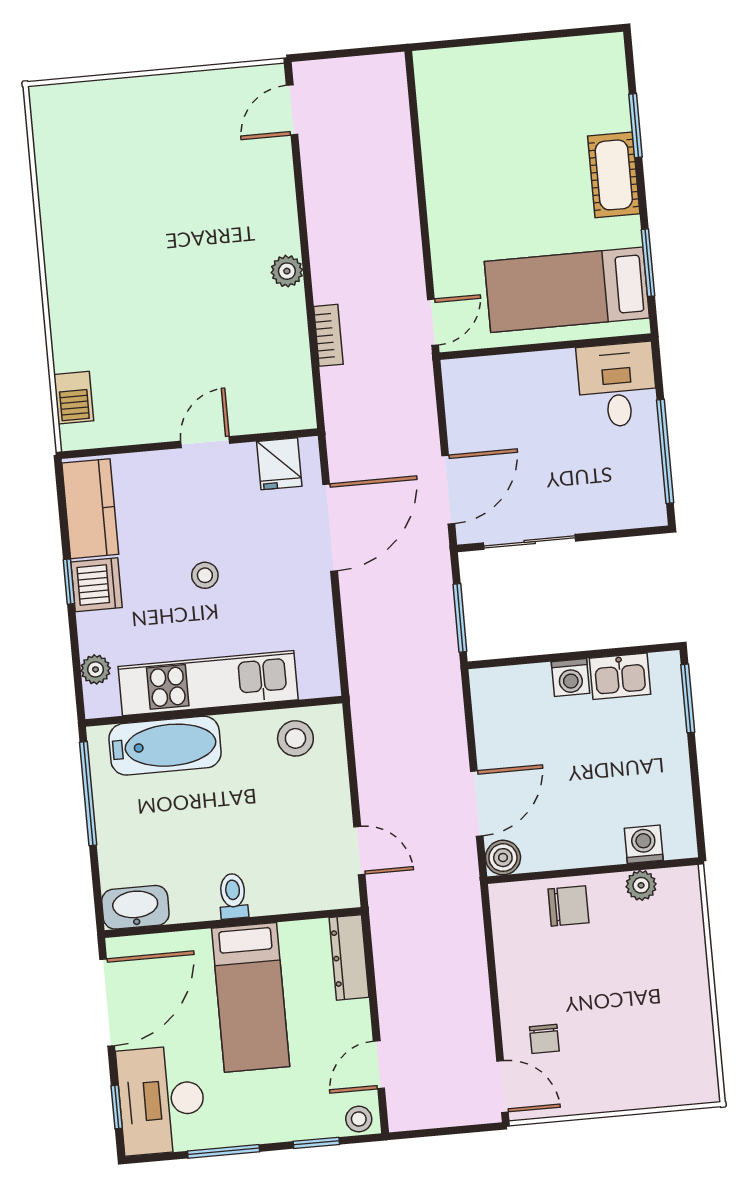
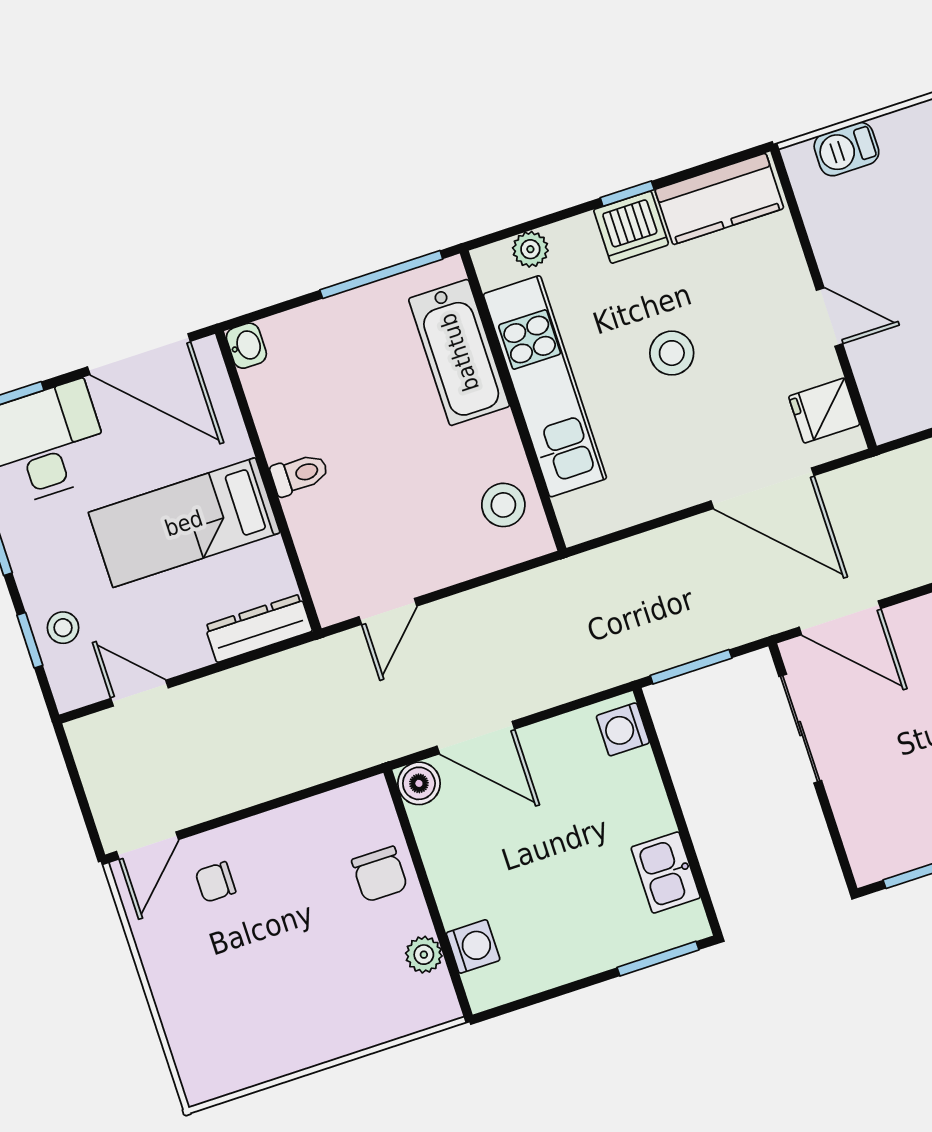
stool: (205, 575) -> (672, 353), width x1.37, depth x1.37
washing machine: (570, 678) -> (623, 729), moved
washbasin: (135, 907) -> (246, 346), width x0.52, depth x0.69
stool: (359, 1119) -> (63, 628), moved

